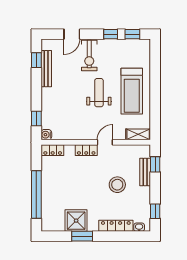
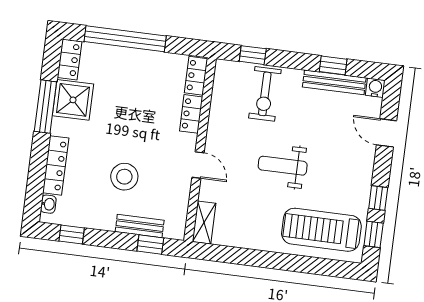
exercise bike: (89, 55) -> (265, 94), moved, turned -90
window: (36, 60) -> (333, 65), moved
treadmill: (132, 91) -> (321, 230), moved
weight bench: (99, 93) -> (283, 166), turned 180
water cooler: (46, 135) -> (375, 88), moved
locker: (86, 150) -> (191, 114), moved
locker: (53, 226) -> (70, 60), added
window: (82, 236) -> (45, 107), width x1.44

